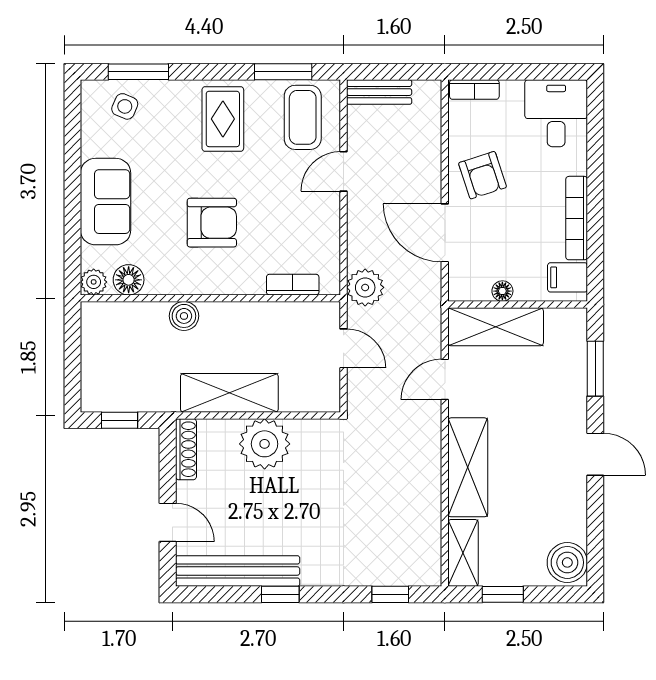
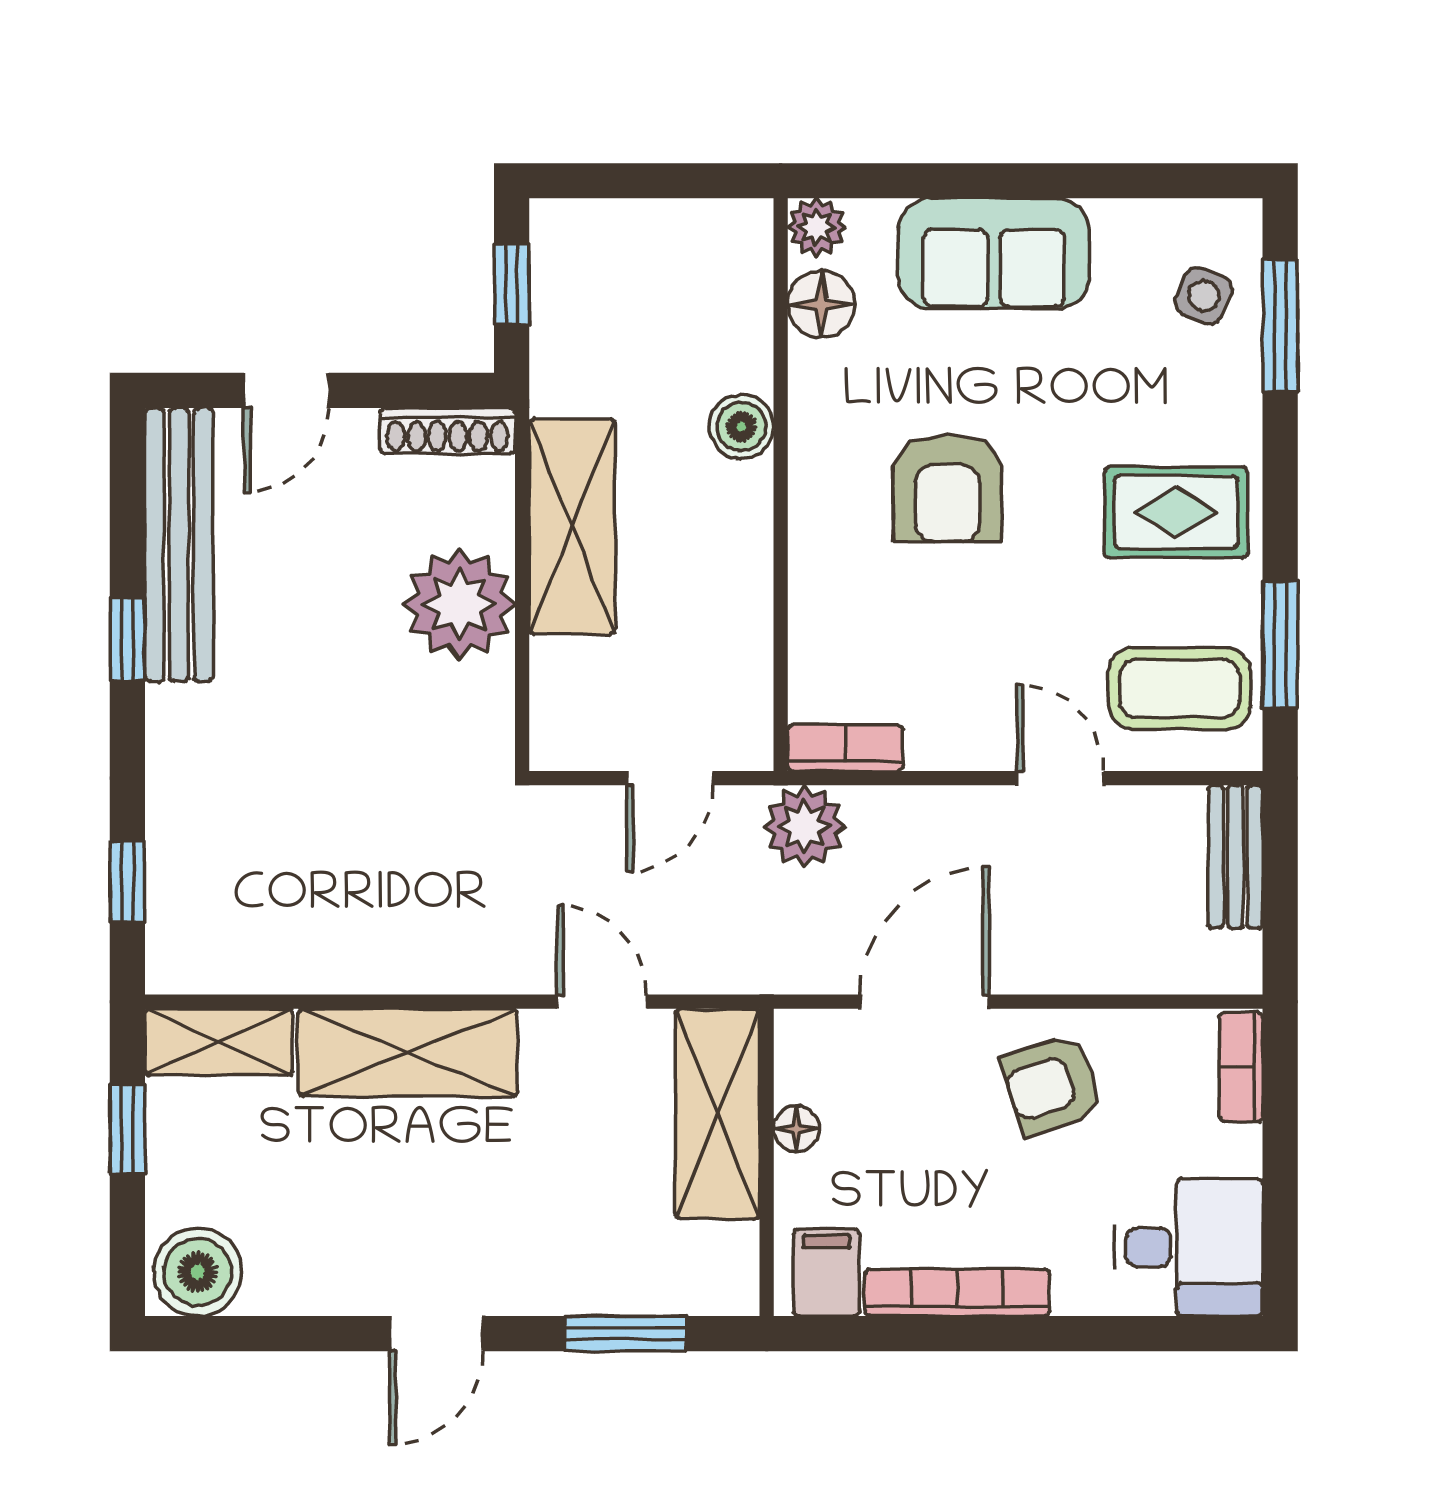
bookcase: (293, 285) -> (845, 748), moved, turned -90

